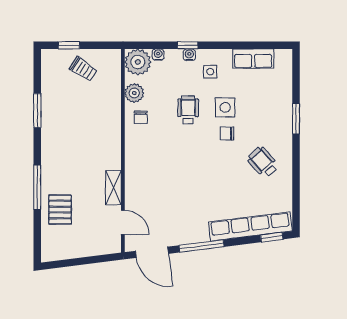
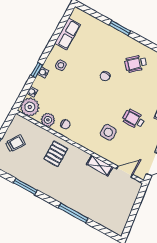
side table: (225, 107) -> (108, 132), moved
wheelchair: (188, 110) -> (134, 119), moved
pallet: (60, 210) -> (56, 154), moved, turned 90

